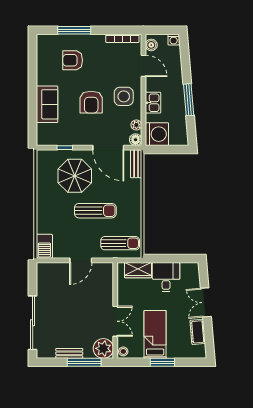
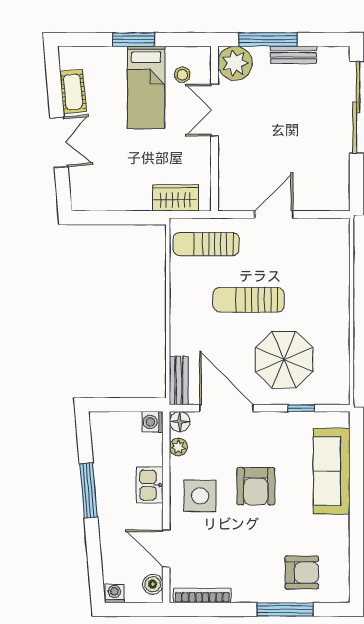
armchair: (73, 60) -> (302, 573), moved
armchair: (91, 102) -> (256, 486), turned 180
sofa: (47, 104) -> (332, 471), width x1.36
washing machine: (157, 134) -> (152, 422), width x0.53, depth x0.53
barbecue: (44, 246) -> (336, 239), removed
desk: (166, 277) -> (127, 186), removed
stool: (123, 351) -> (182, 75), moved

